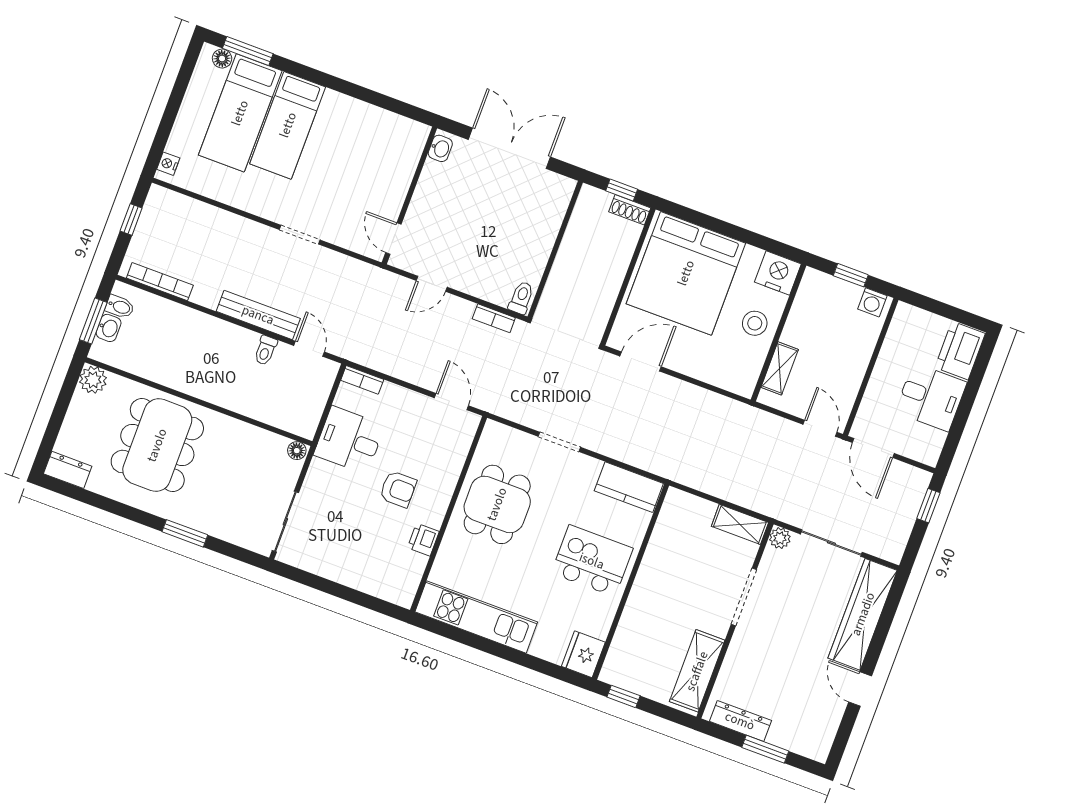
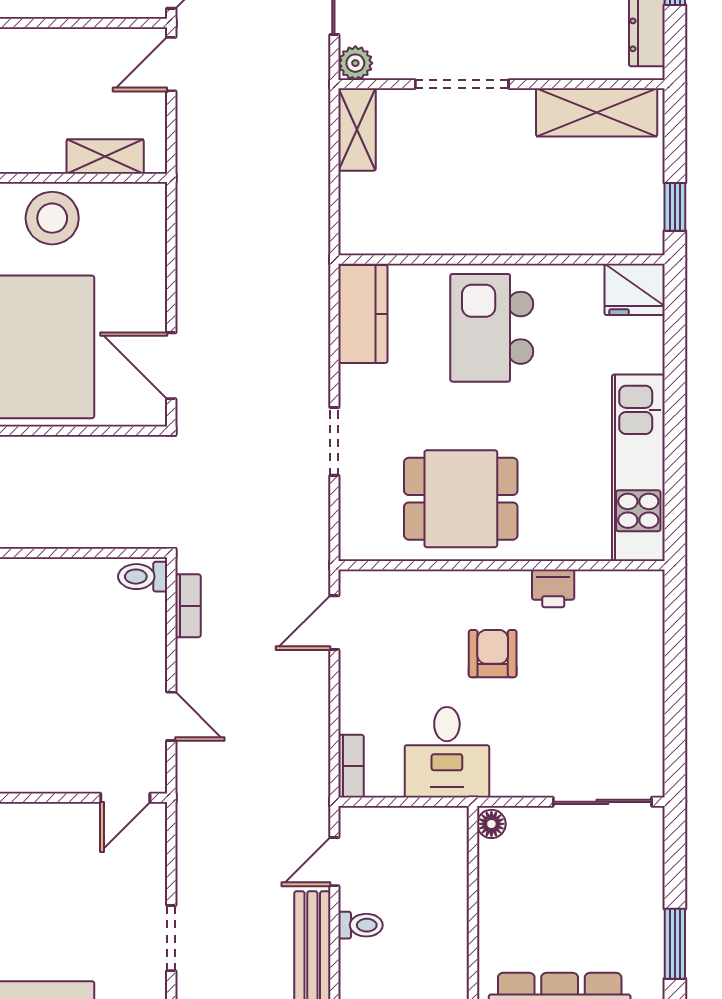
stool: (755, 323) -> (52, 218), width x1.38, depth x1.38

